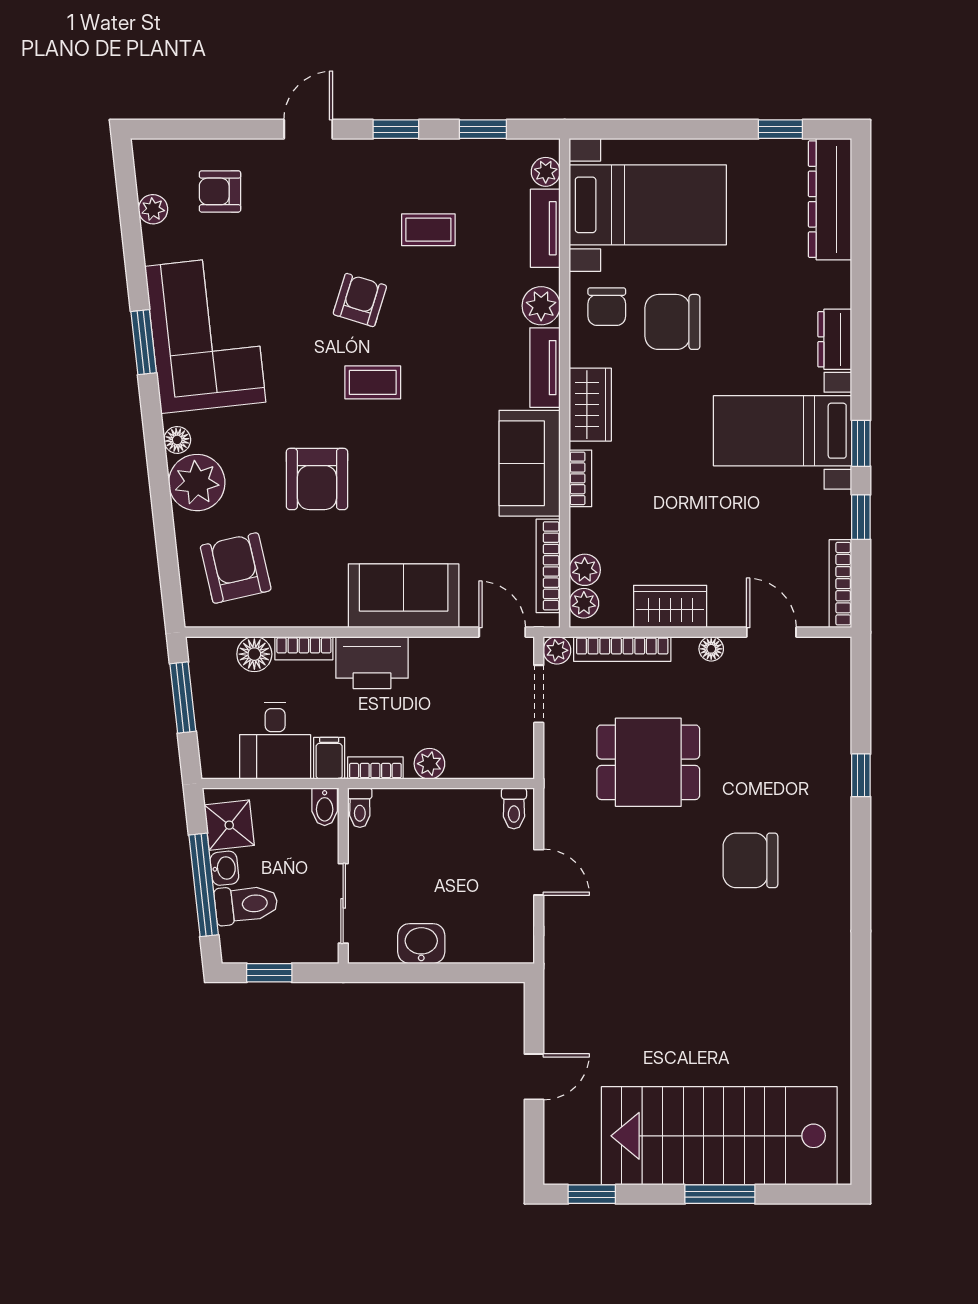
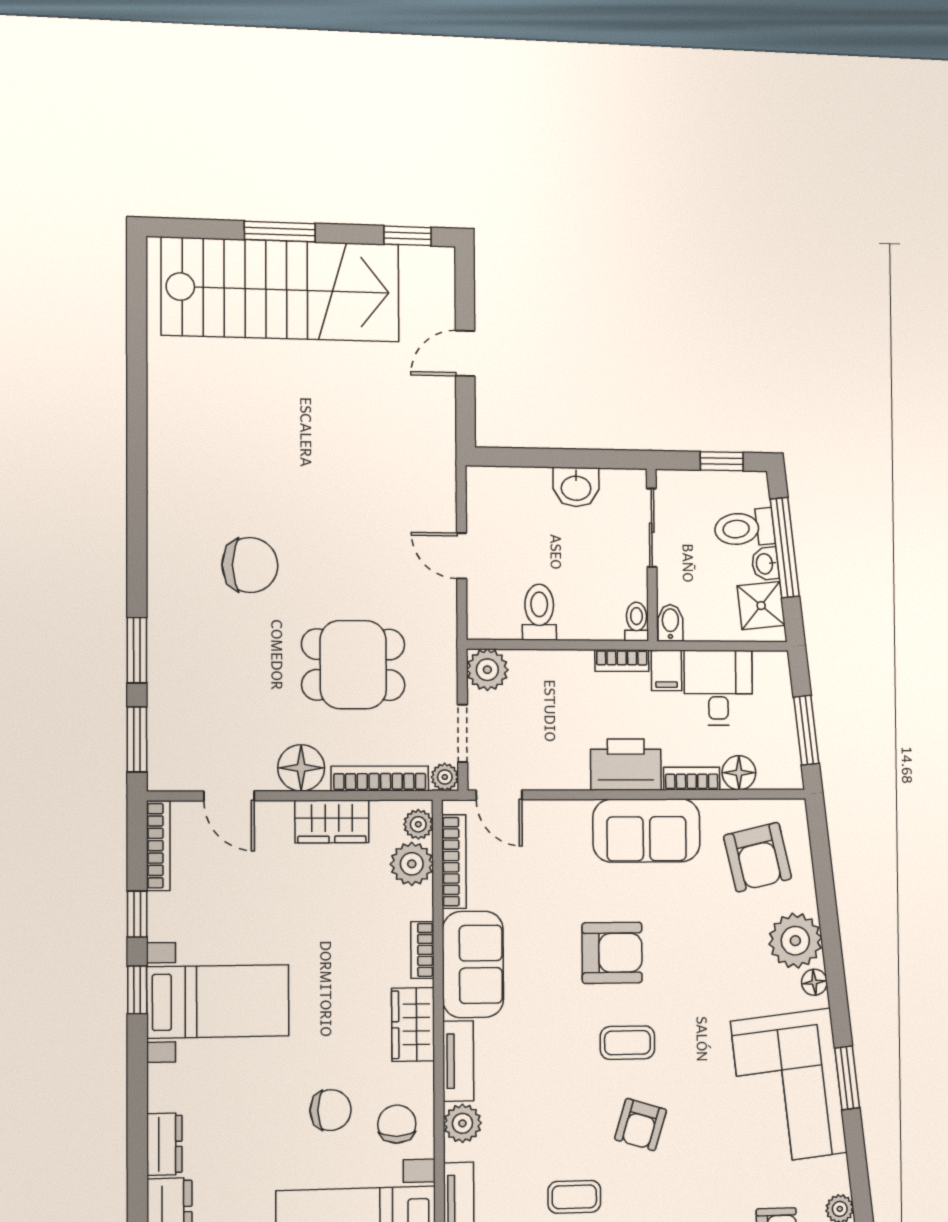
chair: (672, 322) -> (331, 1110), width x0.73, depth x0.73
dresser: (835, 339) -> (164, 1144), moved
armchair: (317, 479) -> (612, 953), moved, turned 90
plant: (585, 570) -> (412, 864), width x1.38, depth x1.38
sofa: (404, 596) -> (646, 830), moved
floor lamp: (711, 649) -> (301, 768), width x1.89, depth x1.89
window: (861, 688) -> (137, 739), added
plant: (429, 764) -> (487, 670), moved, width x1.38, depth x1.38
window: (861, 775) -> (137, 650), width x1.50
toilet: (514, 808) -> (539, 612), moved, width x1.37, depth x1.39

